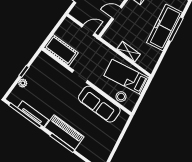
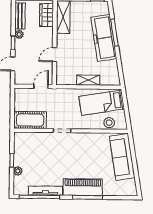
sofa: (99, 104) -> (122, 157), moved, turned 81

